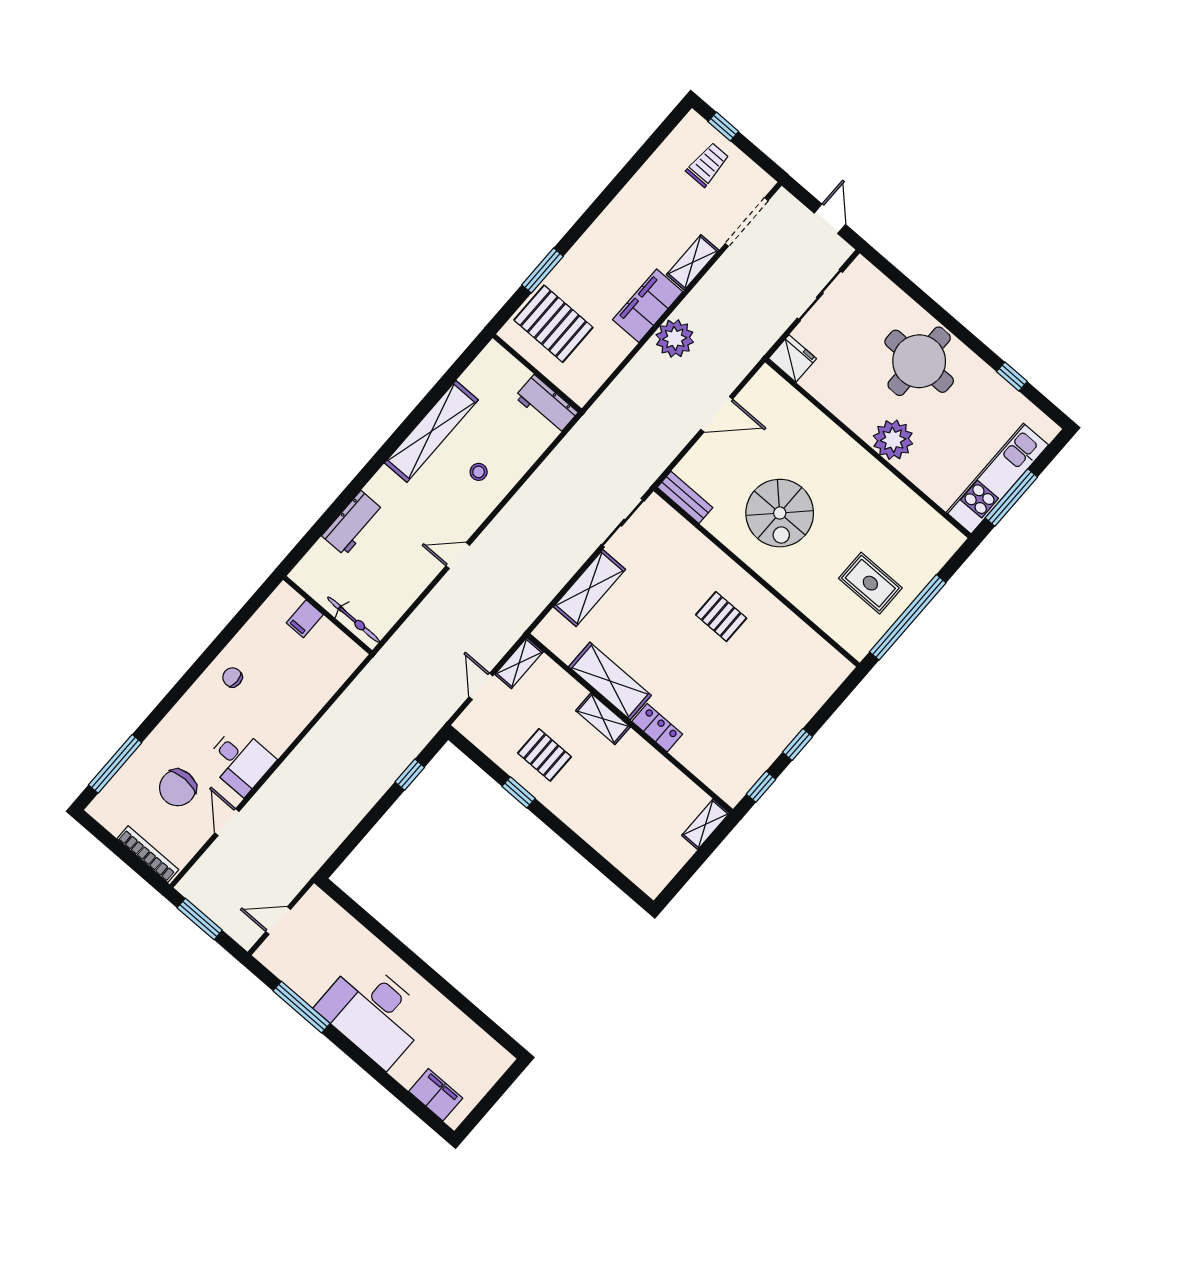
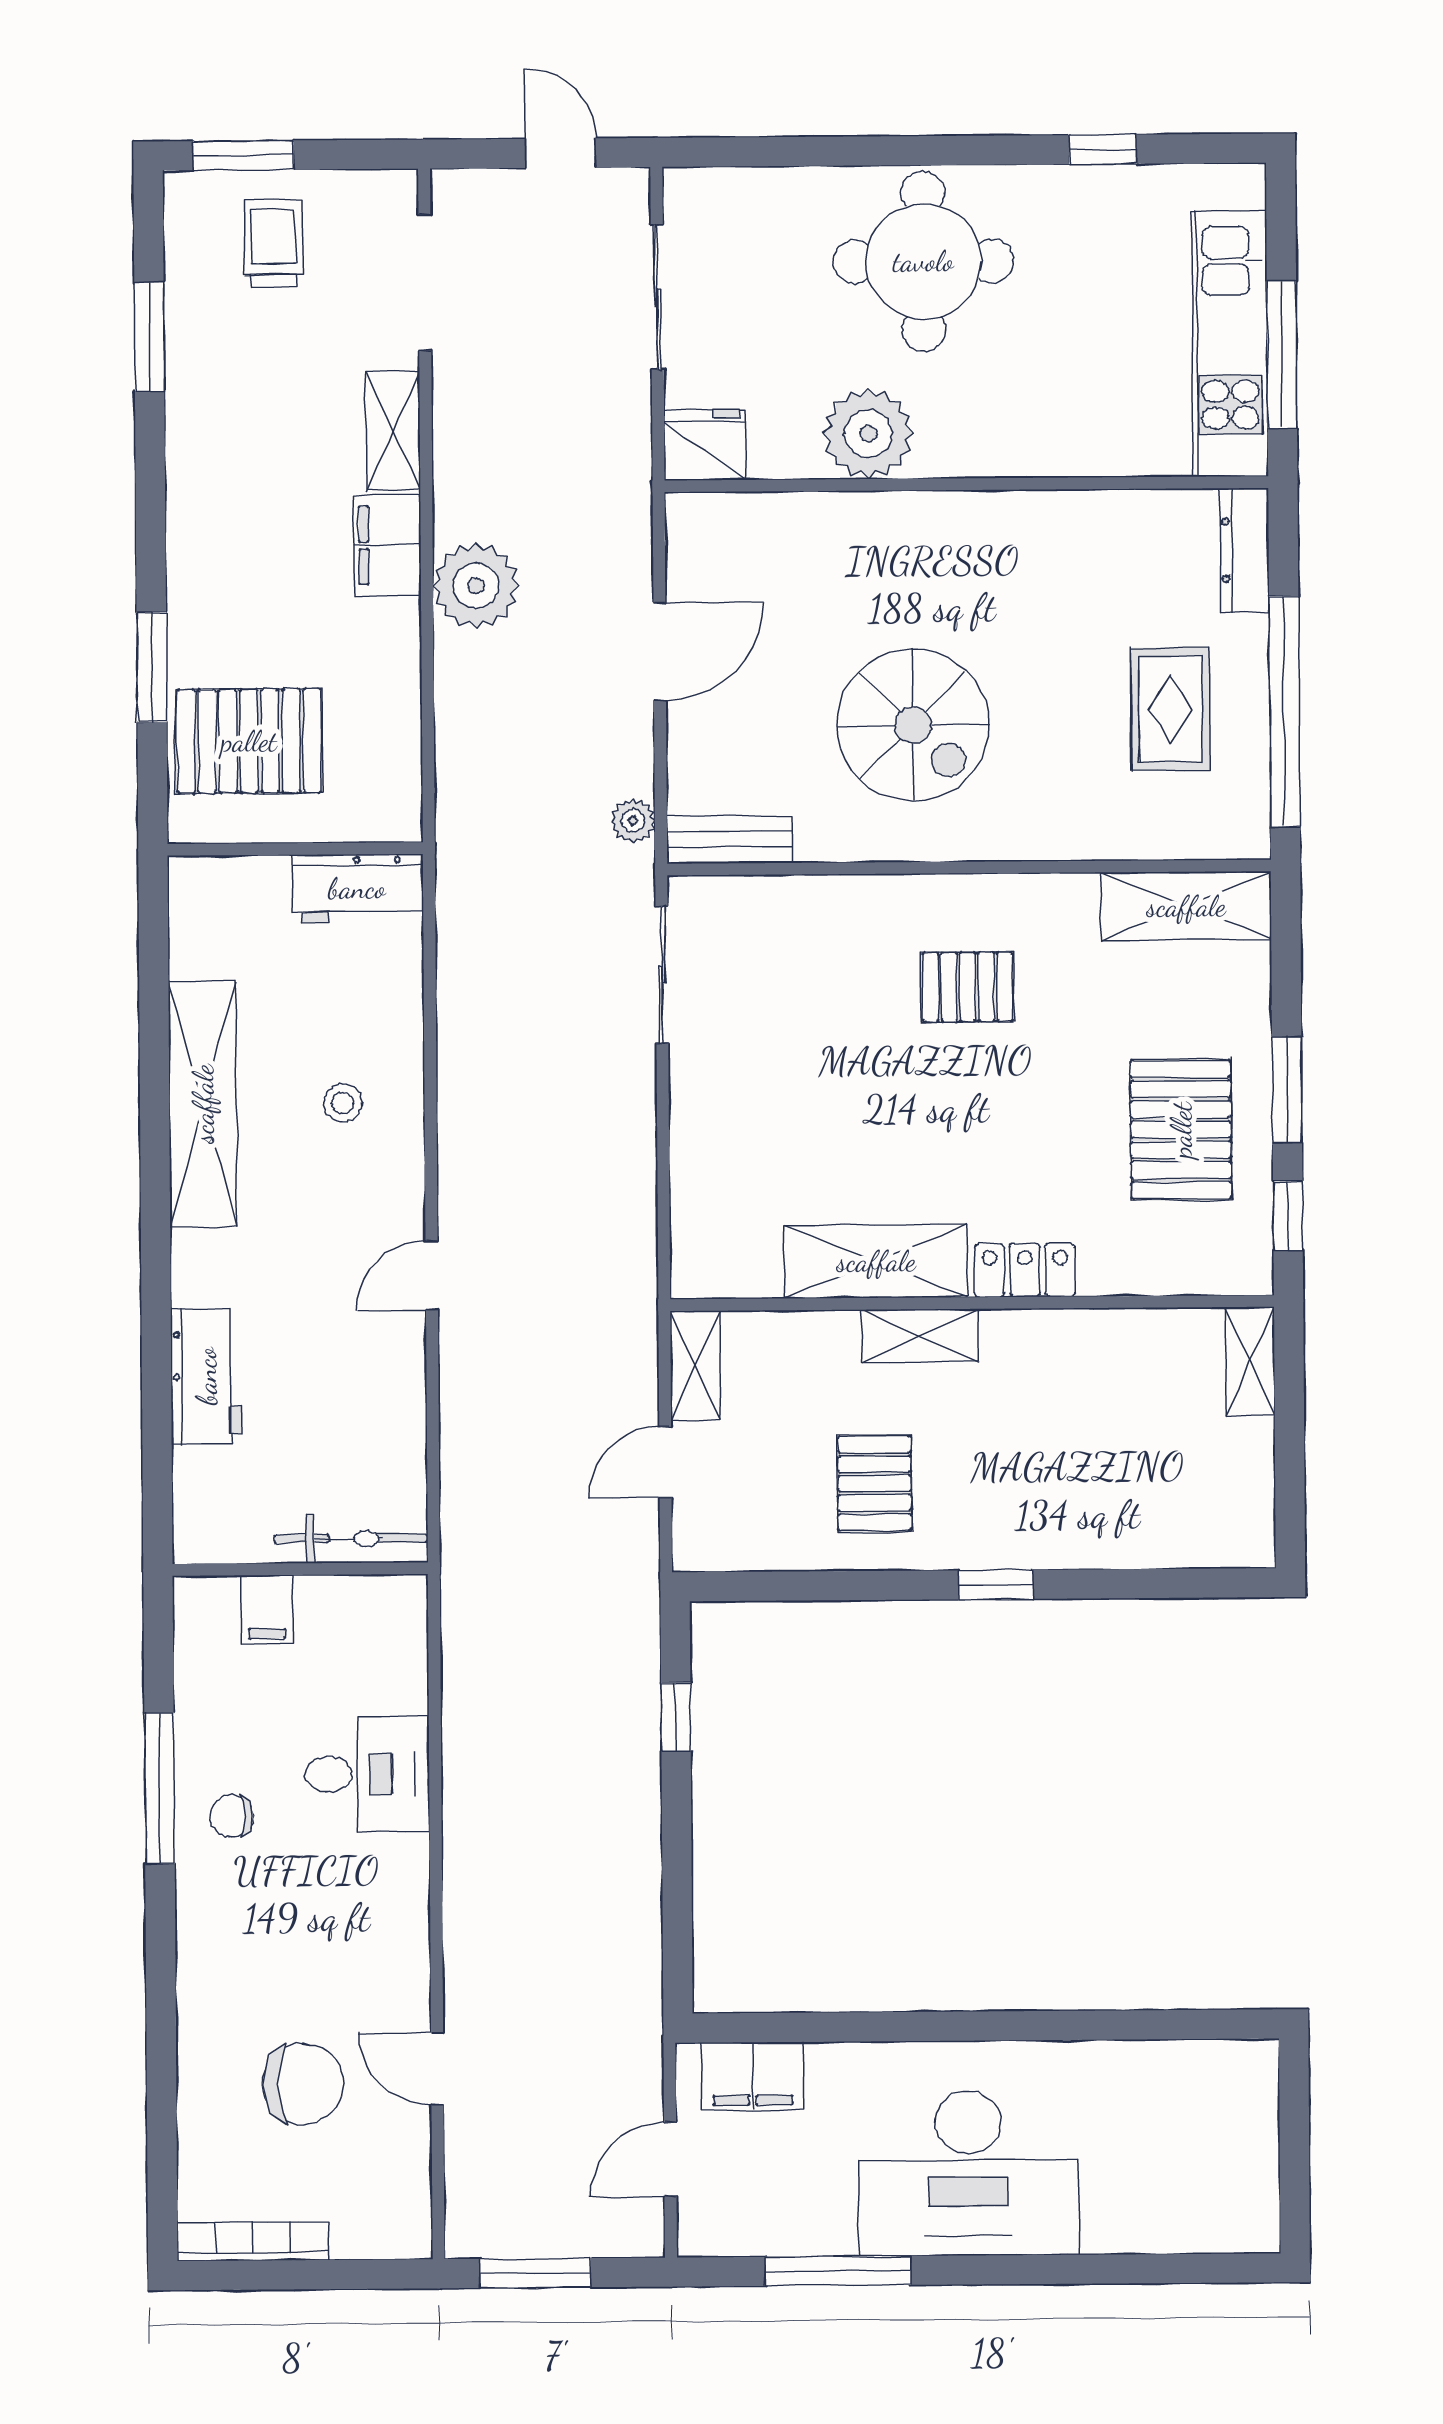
window: (723, 127) -> (243, 155), width x1.50
window: (639, 159) -> (149, 337), added
filing cabinet: (648, 306) -> (387, 545), width x0.67, depth x0.86
plant: (893, 440) -> (868, 434), moved
plant: (658, 463) -> (633, 821), added
dresser: (942, 552) -> (1244, 550), added
rug: (870, 583) -> (1170, 709), turned 90
shelving: (590, 588) -> (1186, 906), moved, turned 90
door: (481, 686) -> (665, 1462), hinge flipped
pallet: (750, 727) -> (1181, 1130), added
window: (798, 745) -> (1287, 1090), width x1.50
pallet: (545, 755) -> (875, 1483), turned 90
desk: (240, 761) -> (367, 1774), moved
window: (115, 764) -> (159, 1788), moved
chair: (178, 788) -> (303, 2084), turned -90
window: (519, 792) -> (996, 1585), moved
bookcase: (148, 854) -> (253, 2241), moved
filing cabinet: (436, 1095) -> (753, 2076), moved, turned 180

